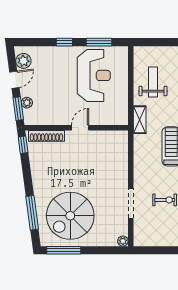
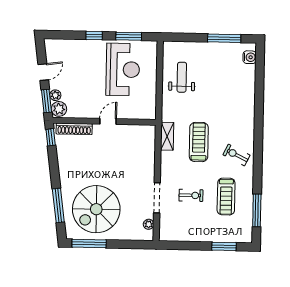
plant: (23, 61) -> (59, 109), moved
shelving: (140, 120) -> (167, 136), moved
plant: (123, 241) -> (149, 224), moved

